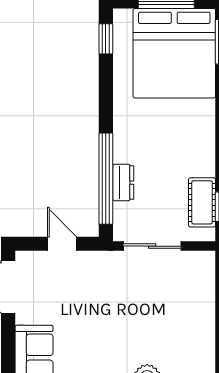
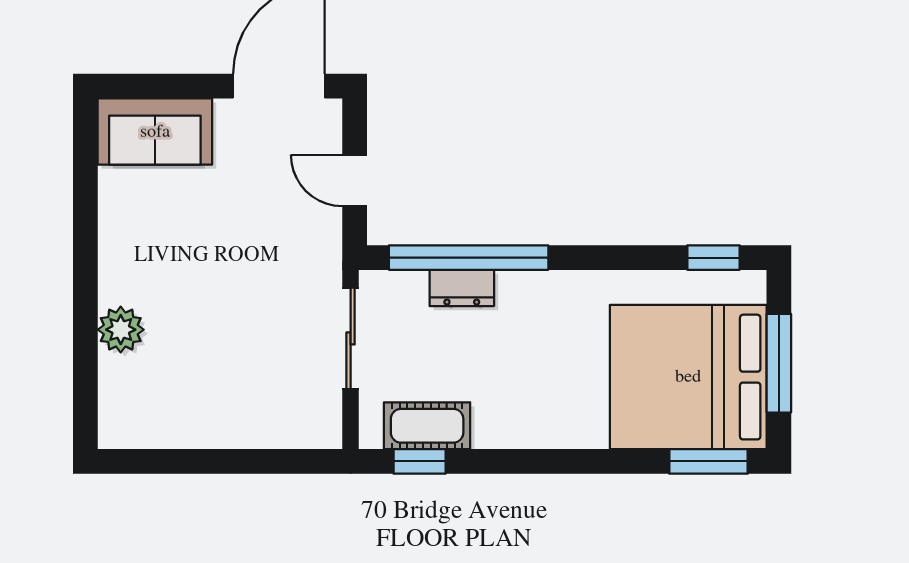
door: (62, 244) -> (355, 180), swing flipped

